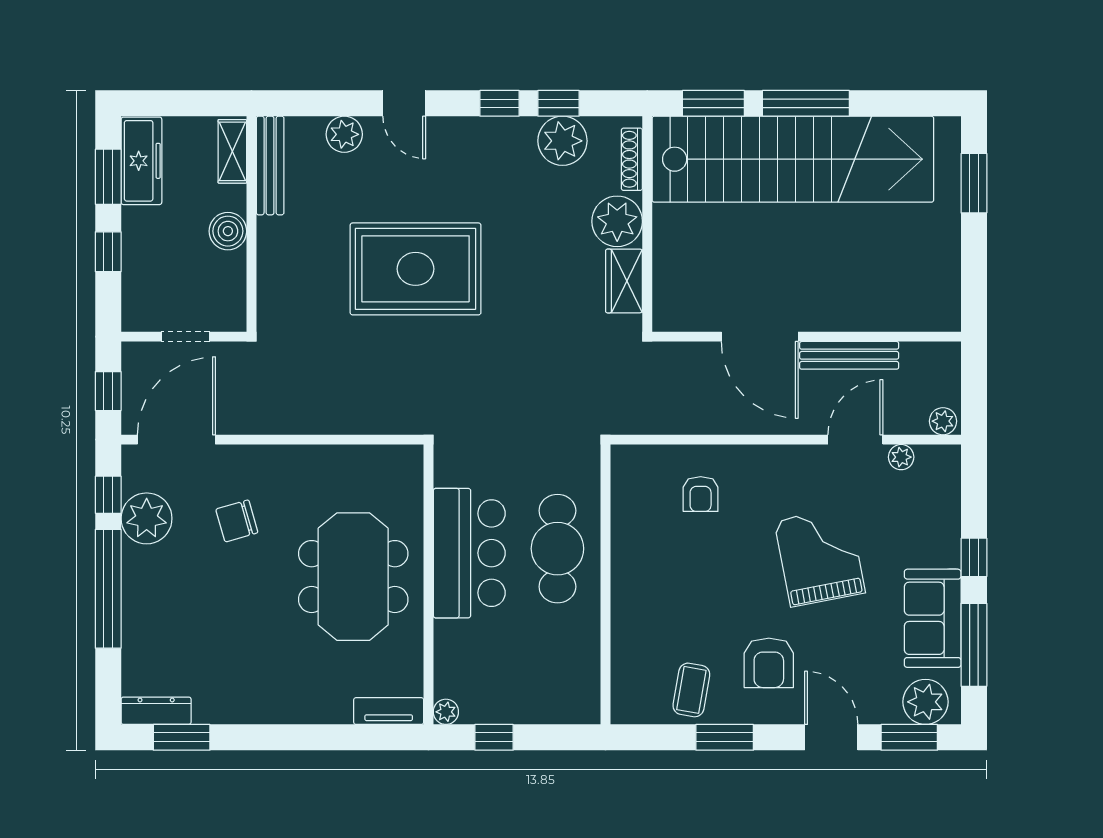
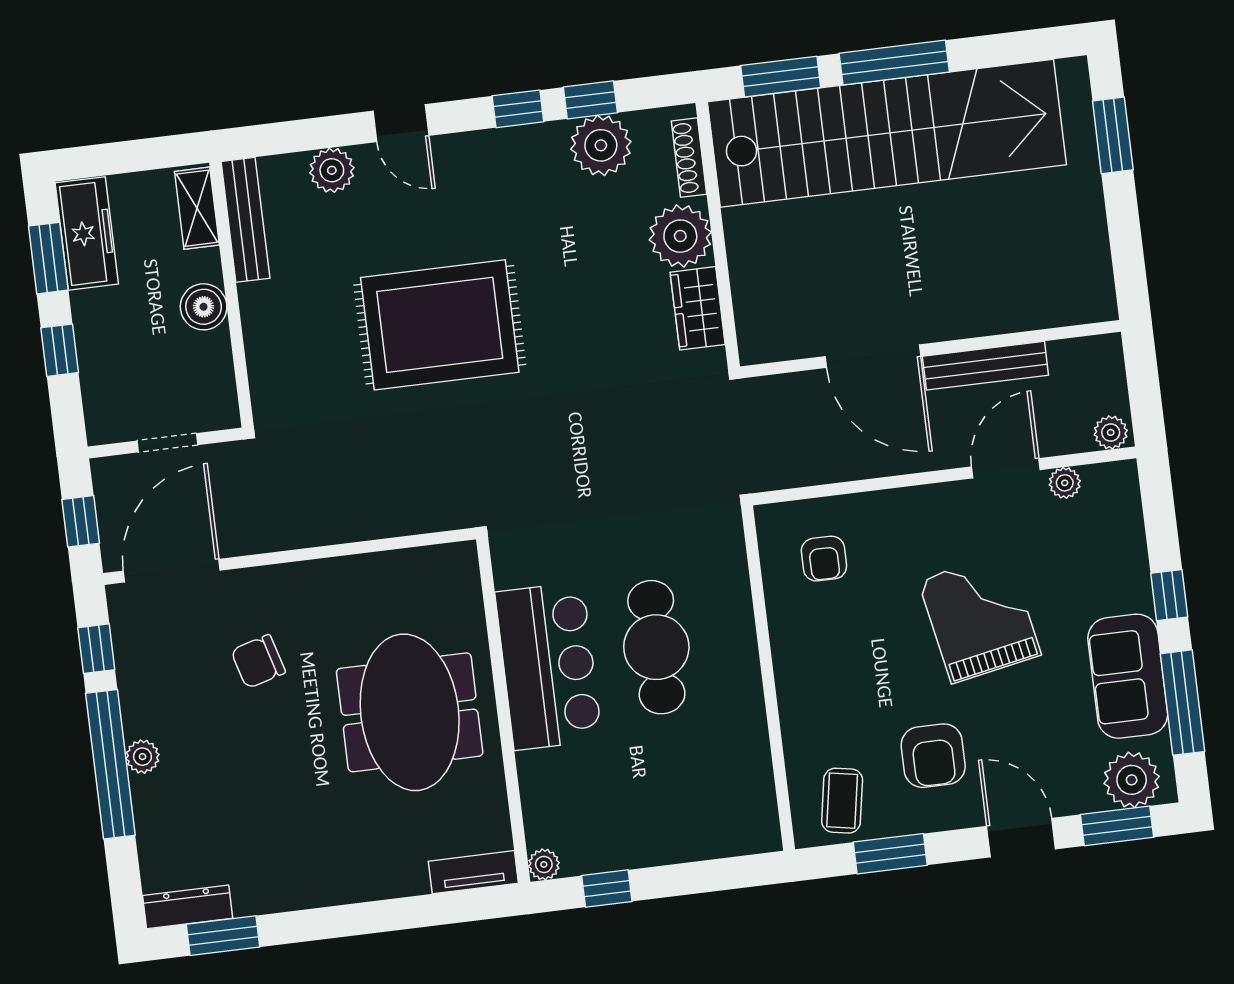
plant: (147, 518) -> (143, 757), moved, width x0.53, depth x0.53
wall: (605, 584) -> (768, 678), moved

